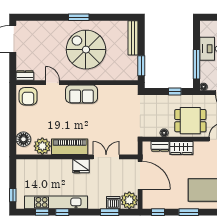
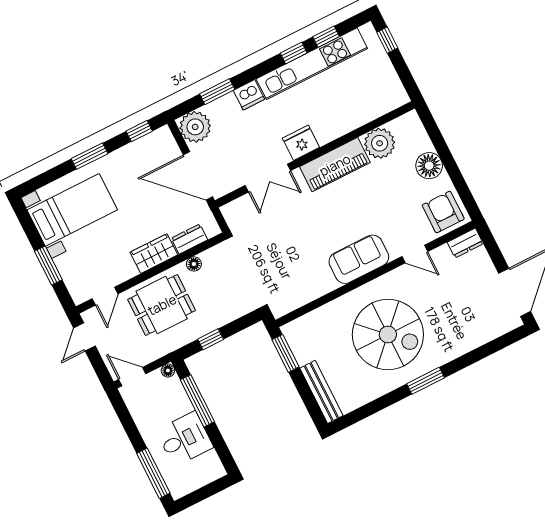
floor lamp: (23, 139) -> (429, 166), moved
dishwasher: (113, 203) -> (249, 95), moved

